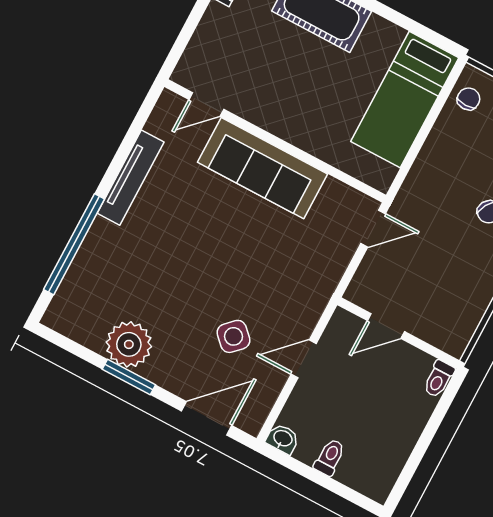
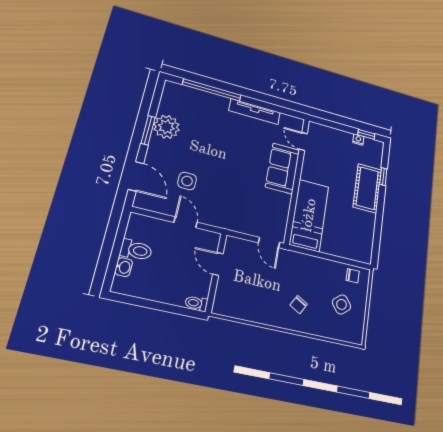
bed: (405, 100) -> (309, 215), moved, turned 90
sofa: (263, 168) -> (283, 168), width x0.73
side table: (234, 336) -> (187, 181), turned 45
washbasin: (283, 439) -> (124, 267), moved
toilet: (330, 457) -> (136, 250), width x1.37, depth x1.39

